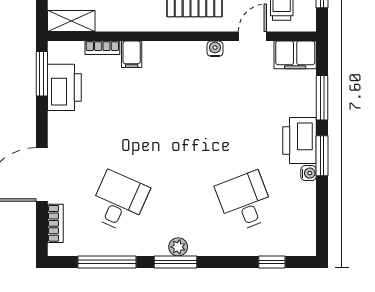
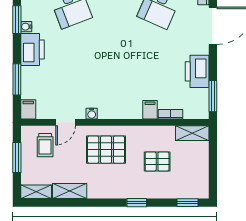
filing cabinet: (295, 55) -> (28, 109), width x0.50
printer: (64, 87) -> (197, 71), moved
window: (322, 156) -> (17, 20), moved

